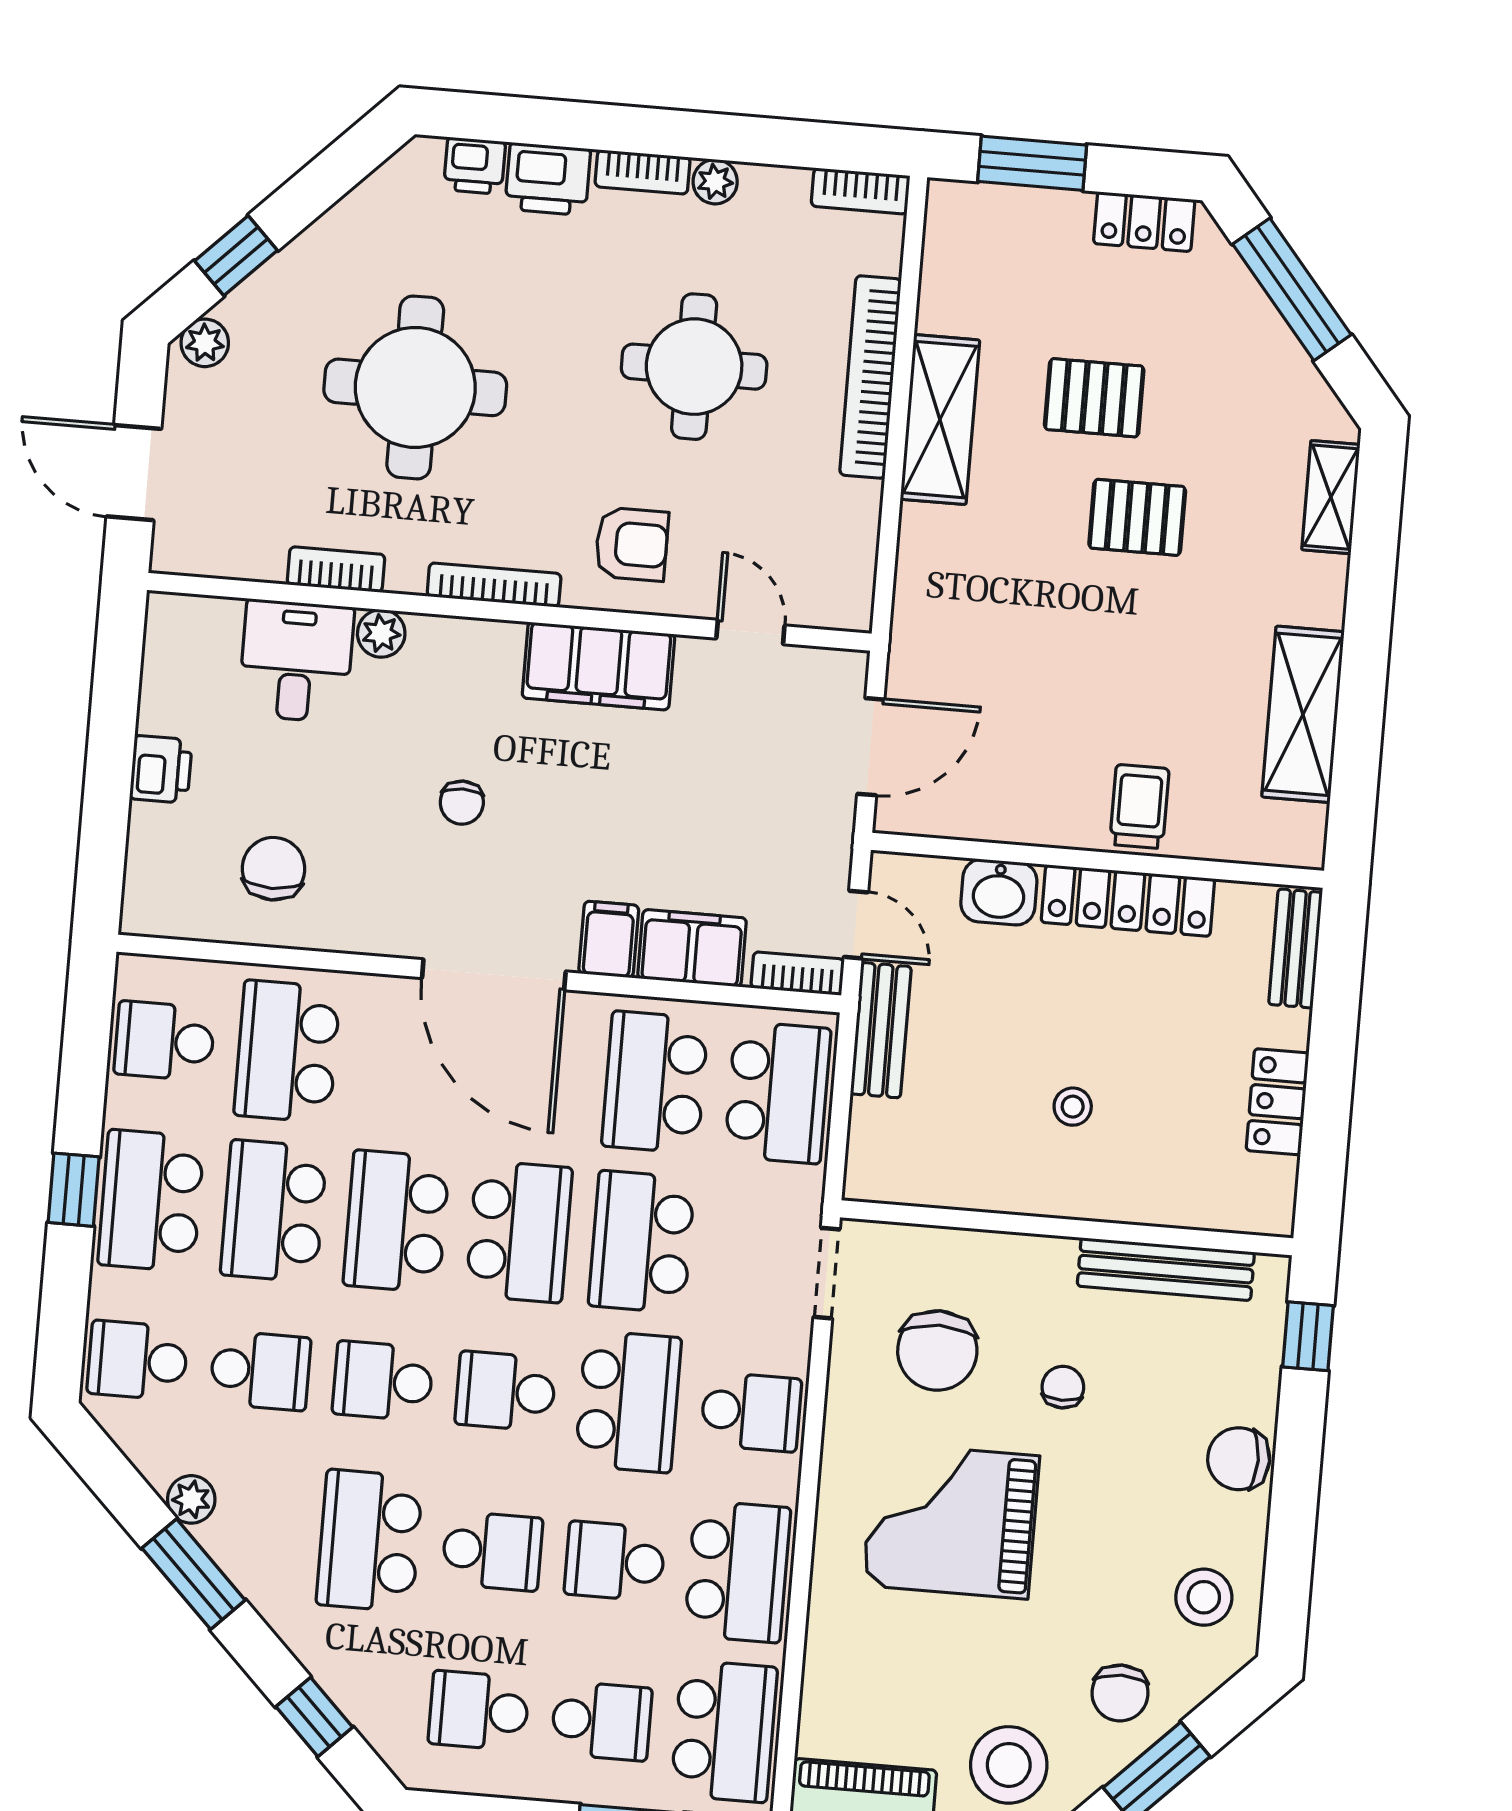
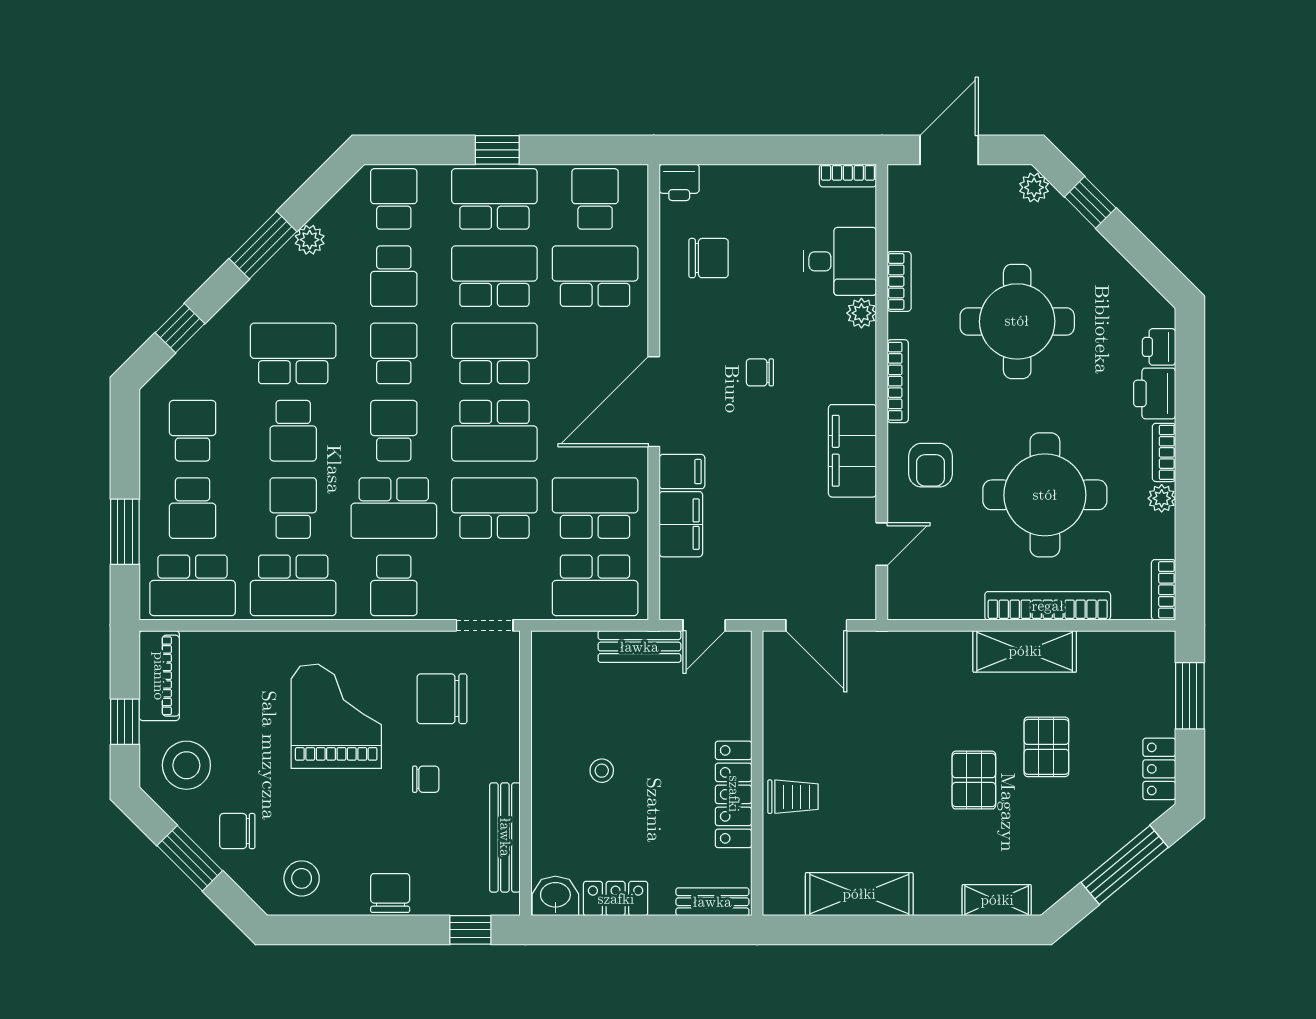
round table: (694, 367) -> (1045, 495), width x1.36, depth x1.36
printer: (161, 769) -> (679, 182), moved
washbasin: (999, 892) -> (555, 896), moved, turned 90
bookcase: (798, 973) -> (848, 176), moved, turned 90

